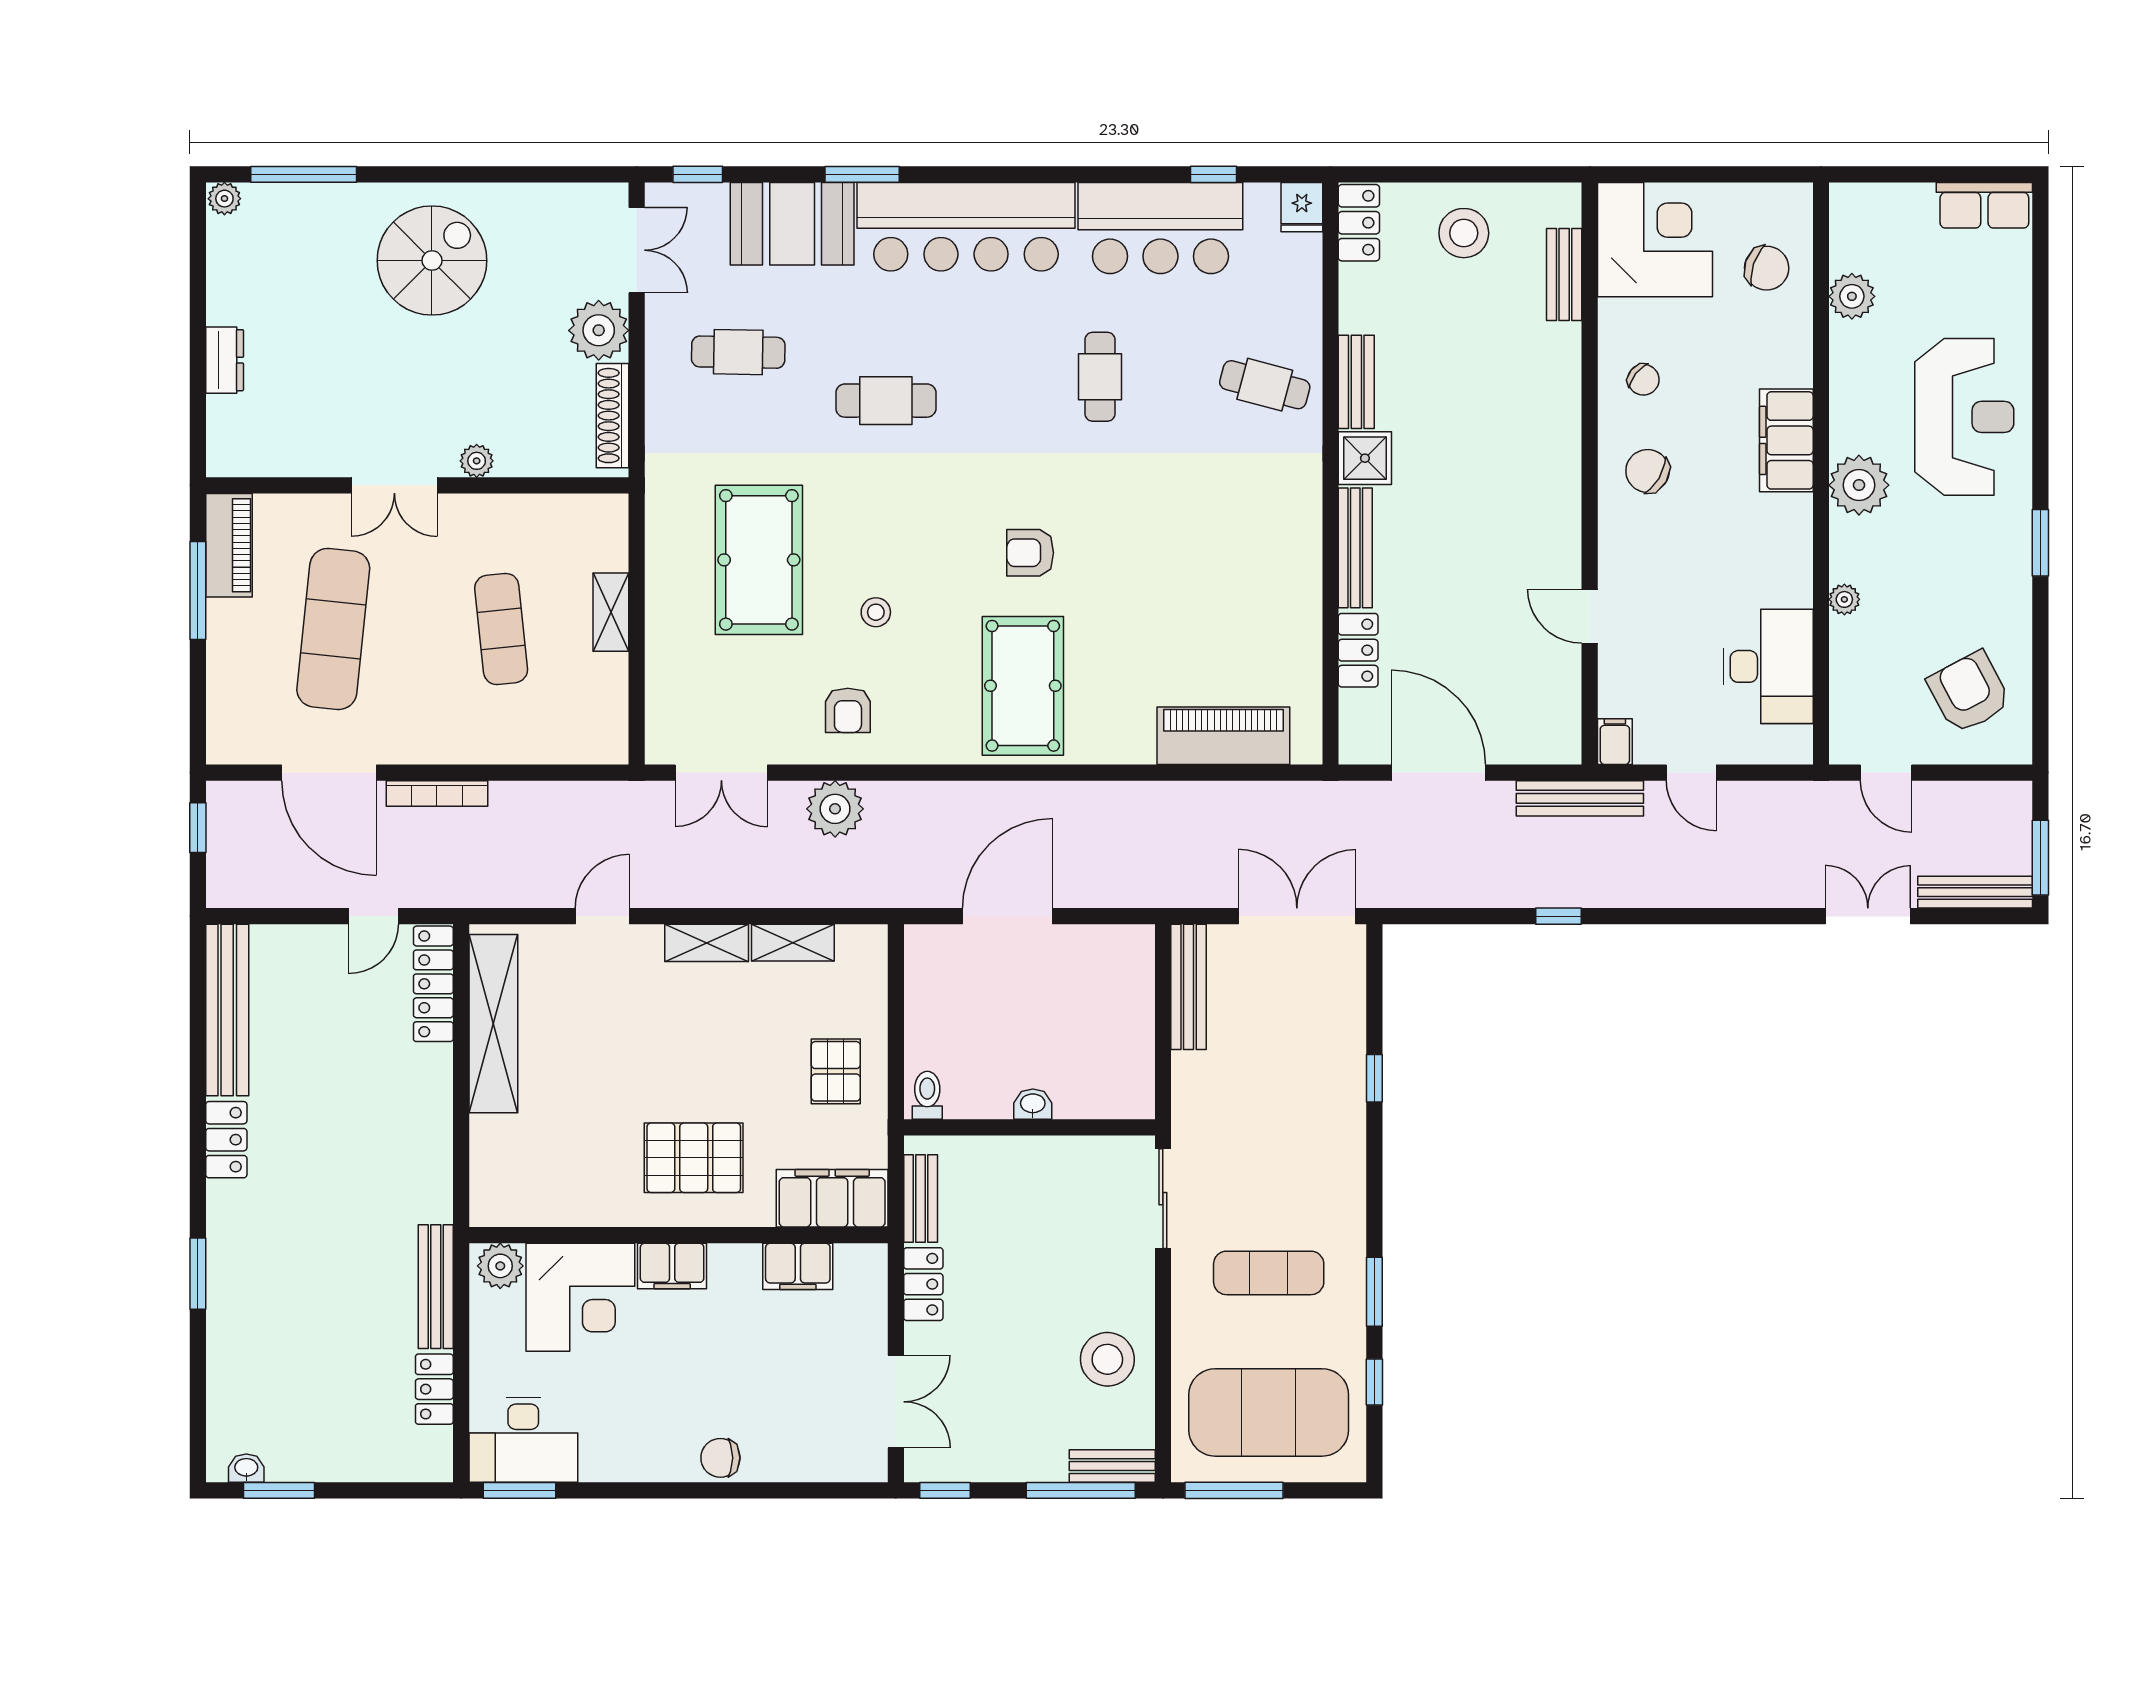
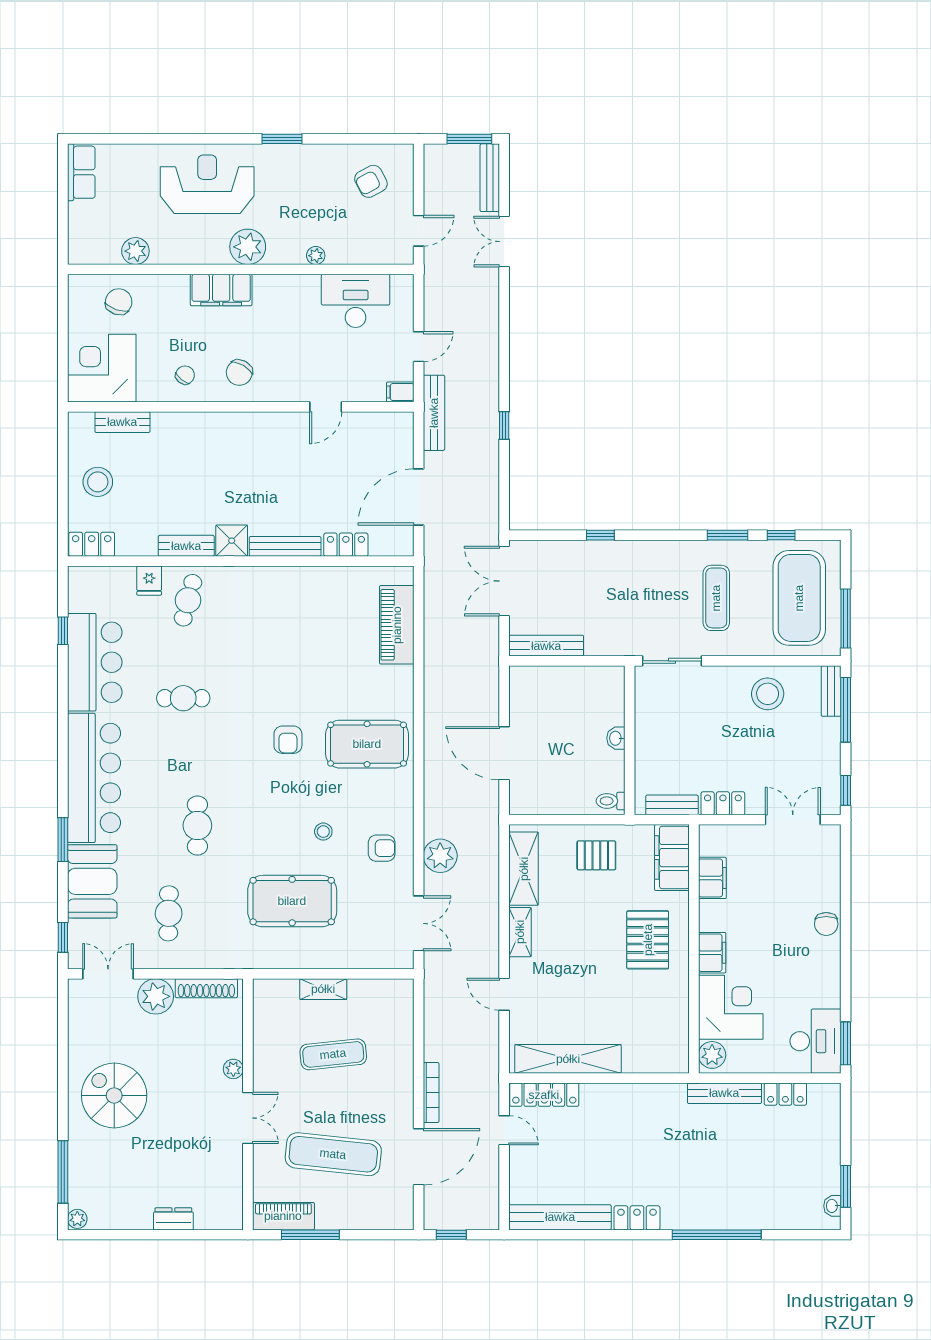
fridge: (1302, 207) -> (149, 581), moved, turned 90
armchair: (1969, 692) -> (371, 181), width x0.72, depth x0.72
shelving: (793, 943) -> (524, 869), width x1.50, depth x1.33
window: (198, 1274) -> (717, 1235), width x2.11

